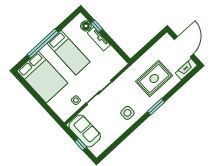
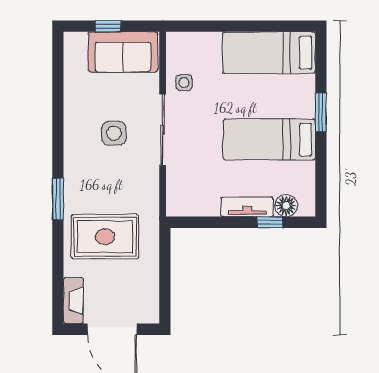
window: (43, 43) -> (321, 112), width x0.47
bed: (42, 77) -> (269, 53), width x0.67
rug: (154, 79) -> (105, 237), turned 90
side table: (127, 113) -> (114, 133), moved

